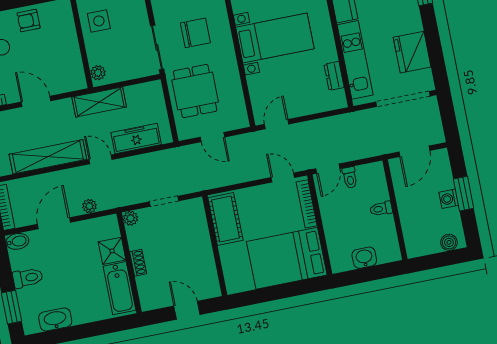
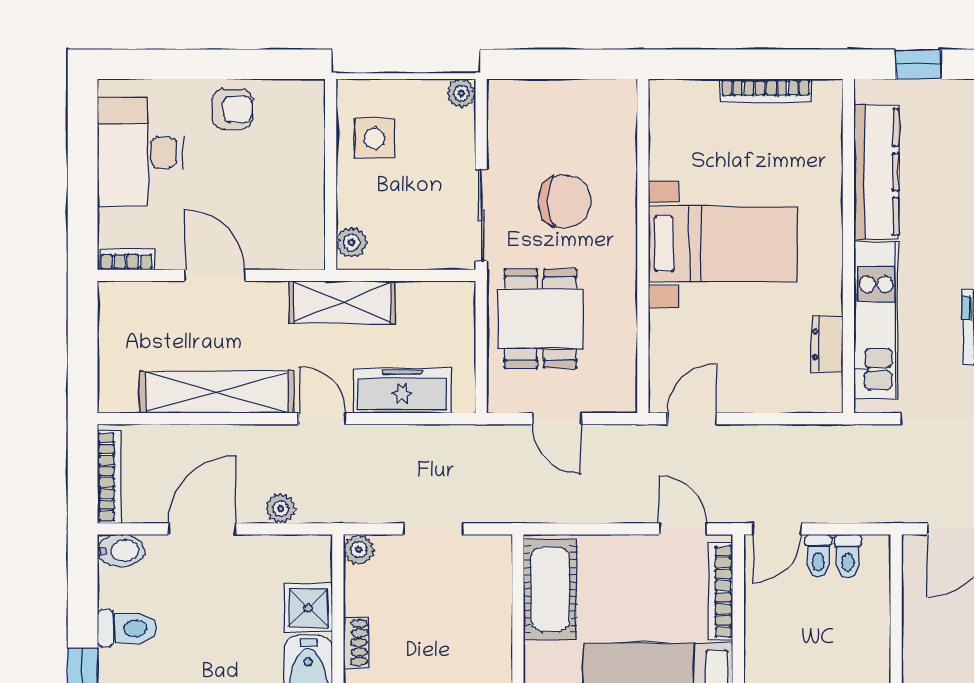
armchair: (29, 21) -> (233, 109), turned 180
toilet: (381, 209) -> (848, 556), moved, turned -90

